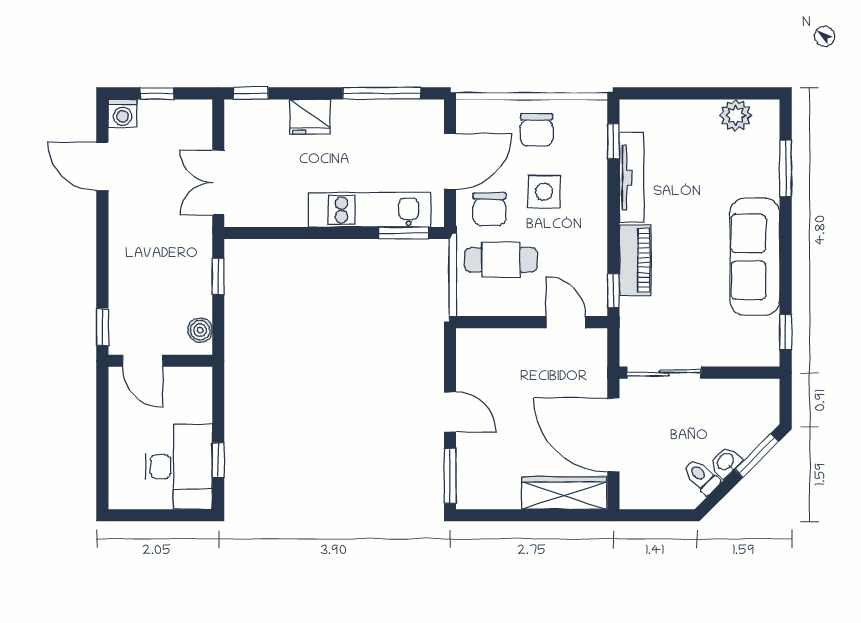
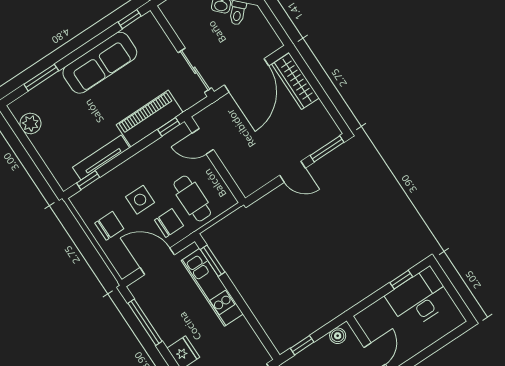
piano: (635, 260) -> (150, 119), width x1.37, depth x1.33
door: (566, 322) -> (203, 141), hinge flipped
door: (450, 412) -> (292, 172), swing flipped

